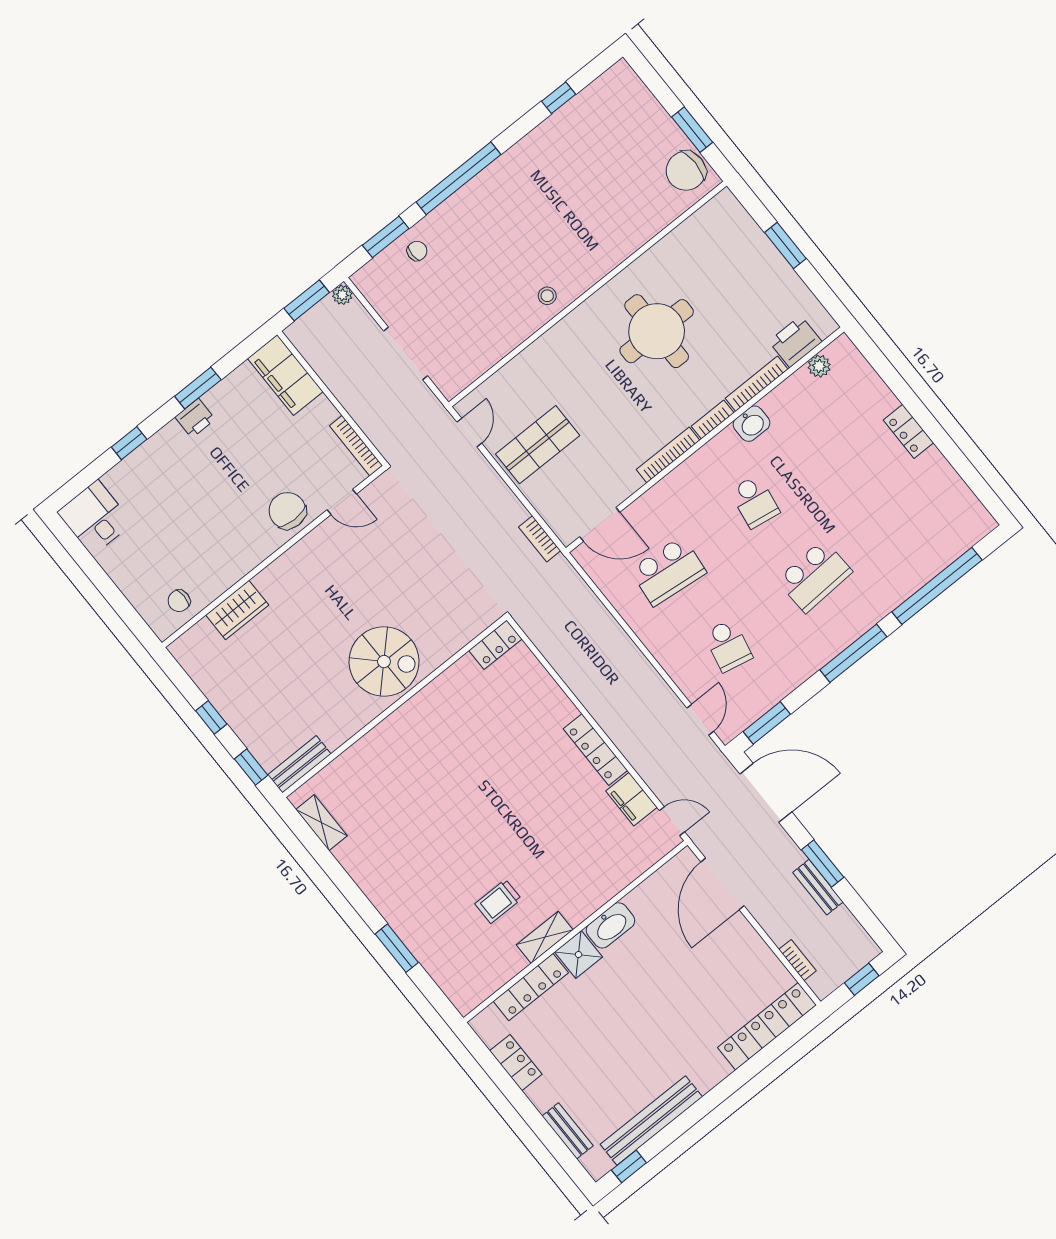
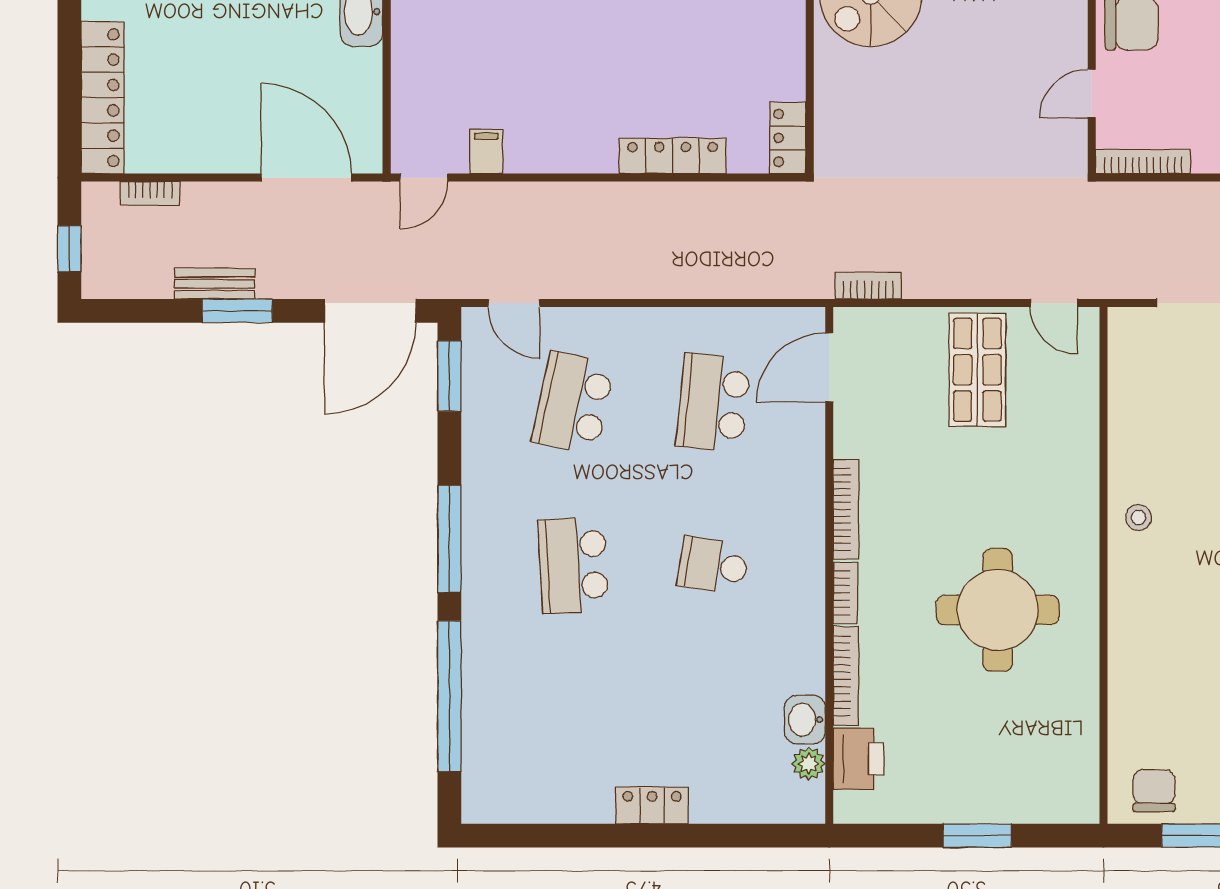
chair: (686, 171) -> (1154, 791), width x0.73, depth x0.73
washbasin: (752, 424) -> (805, 720), moved
school desk: (728, 646) -> (573, 403), width x1.85
locker: (595, 750) -> (673, 156), moved
filing cabinet: (632, 799) -> (486, 152), width x0.50

